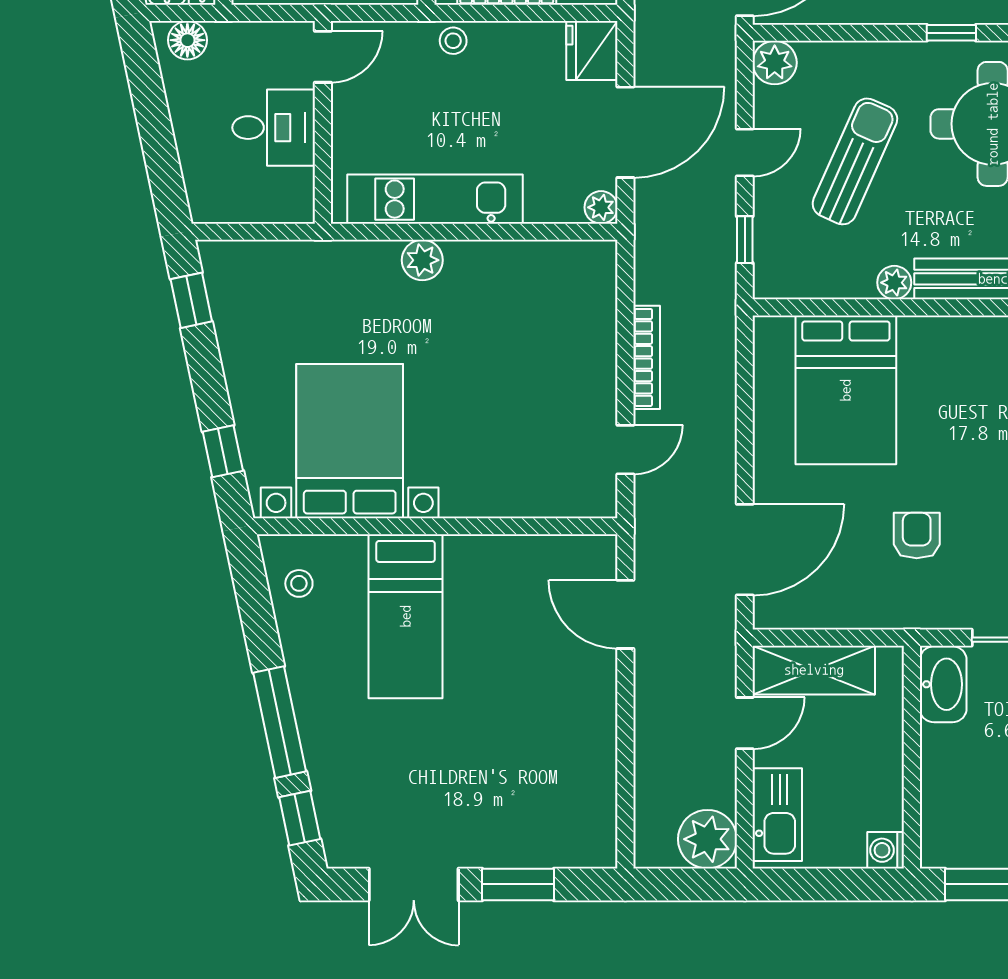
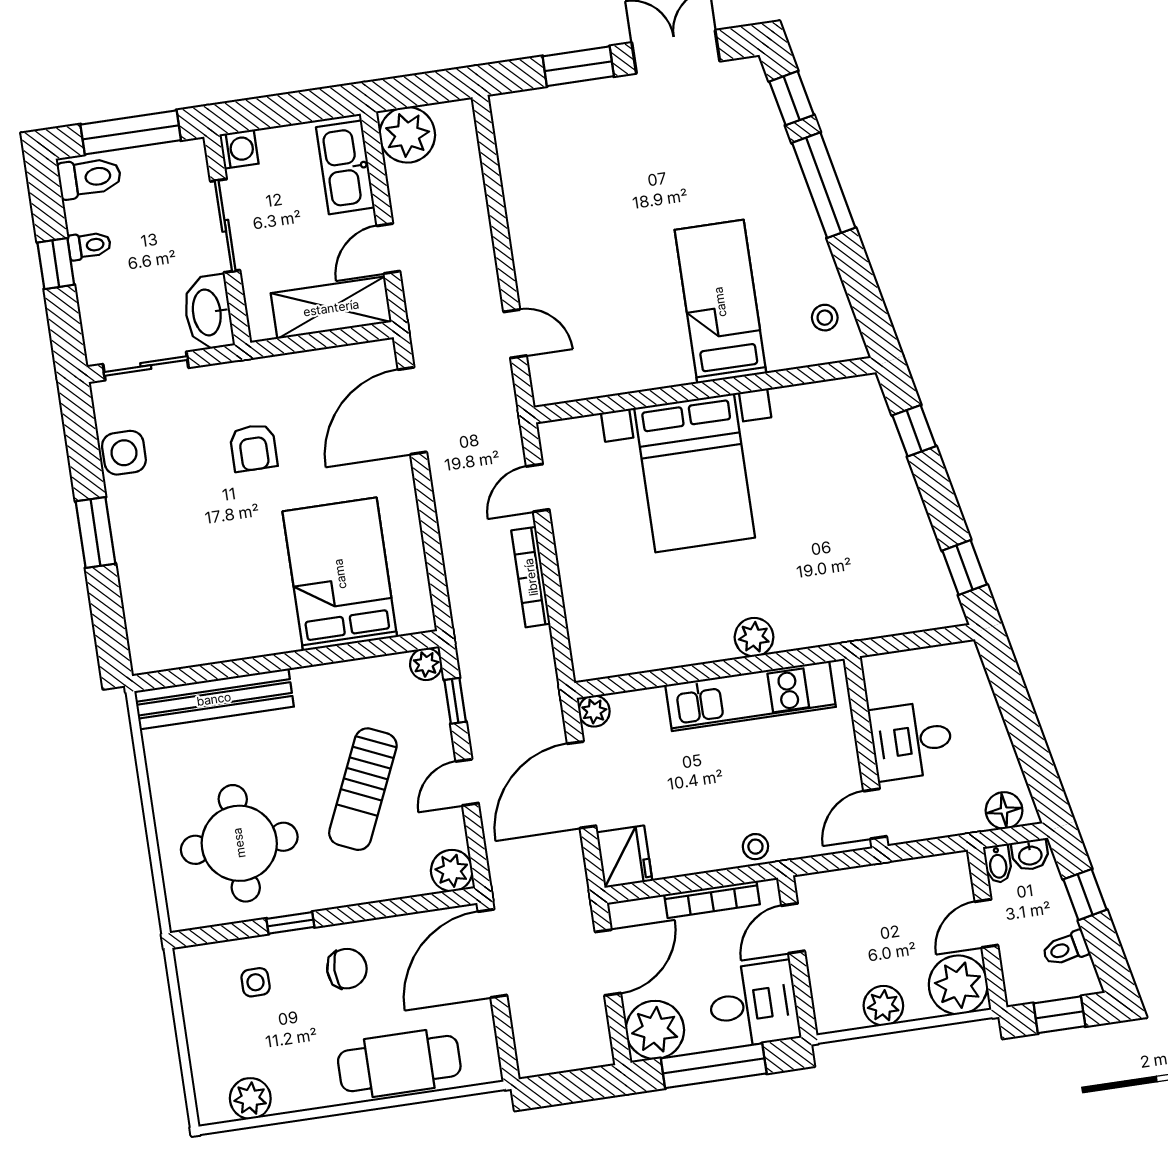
plant: (894, 283) -> (426, 664), moved
bed with nightstands: (350, 441) -> (695, 473), moved
door: (625, 614) -> (515, 334), width x0.73
sliding door: (912, 772) -> (225, 226), added

